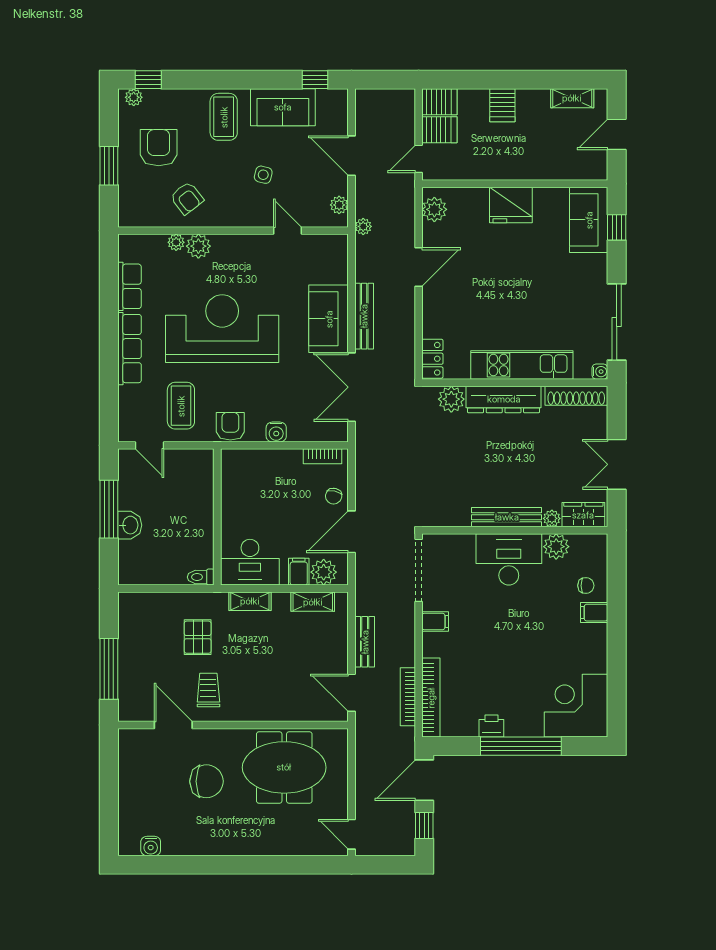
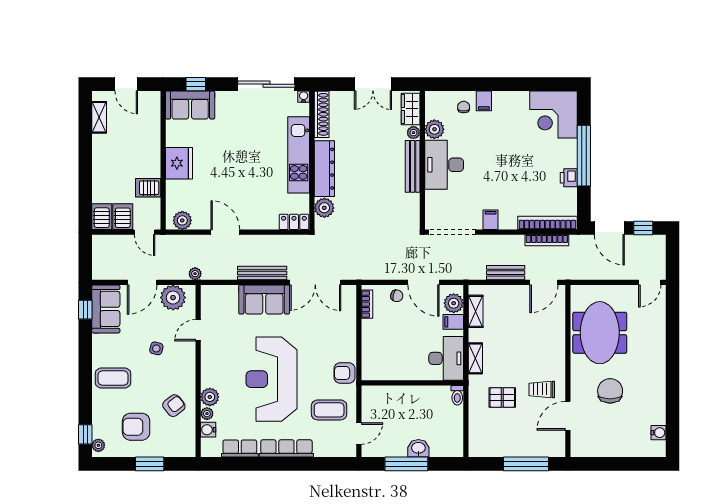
server rack: (502, 105) -> (148, 188), moved, turned 180
sofa: (283, 107) -> (106, 309), moved
plant: (339, 205) -> (173, 298), width x1.87, depth x1.87
water cooler: (276, 432) -> (208, 430), moved, turned 180

